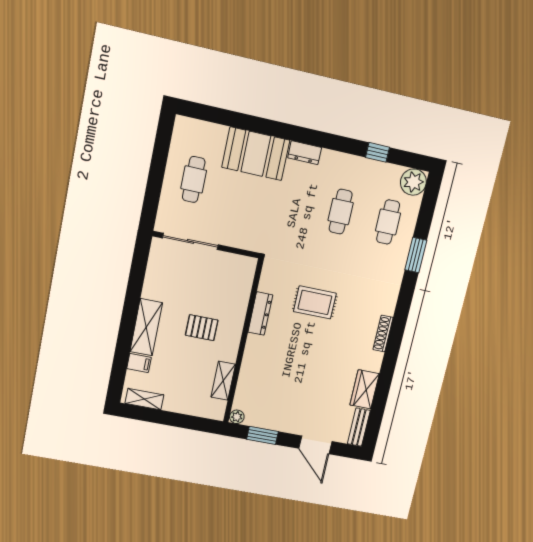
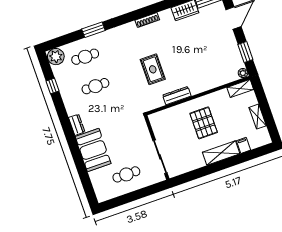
pallet: (202, 328) -> (204, 123), width x1.50, depth x1.42
shelving: (223, 381) -> (240, 88), moved
shelving: (144, 399) -> (258, 117), moved

